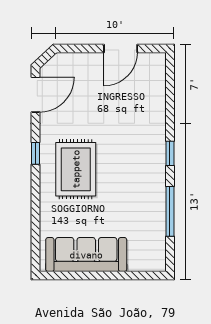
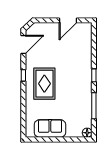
sofa: (86, 255) -> (50, 128), width x0.73
floor lamp: (157, 263) -> (87, 133), added

